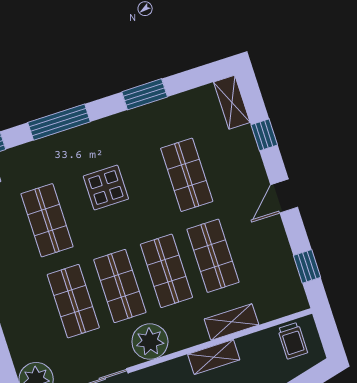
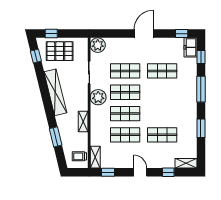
display table: (106, 188) -> (168, 100), removed
shelving: (231, 322) -> (95, 157), moved

